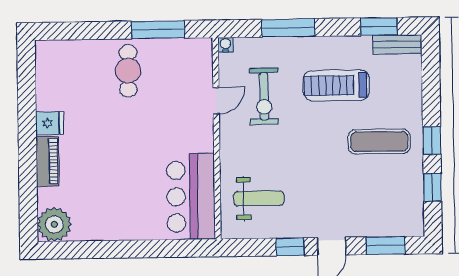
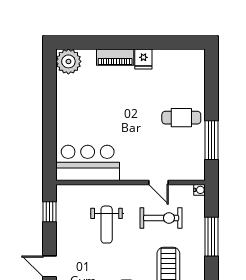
exercise bike: (264, 96) -> (161, 218), turned 180
weight bench: (259, 198) -> (107, 225), moved
window: (290, 247) -> (49, 212), moved

